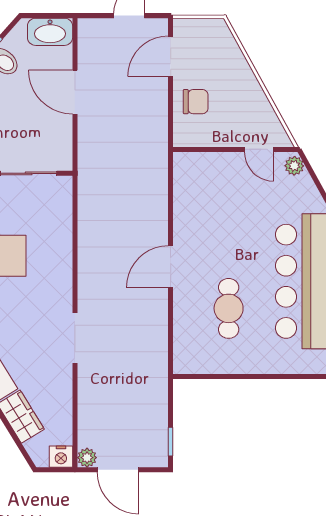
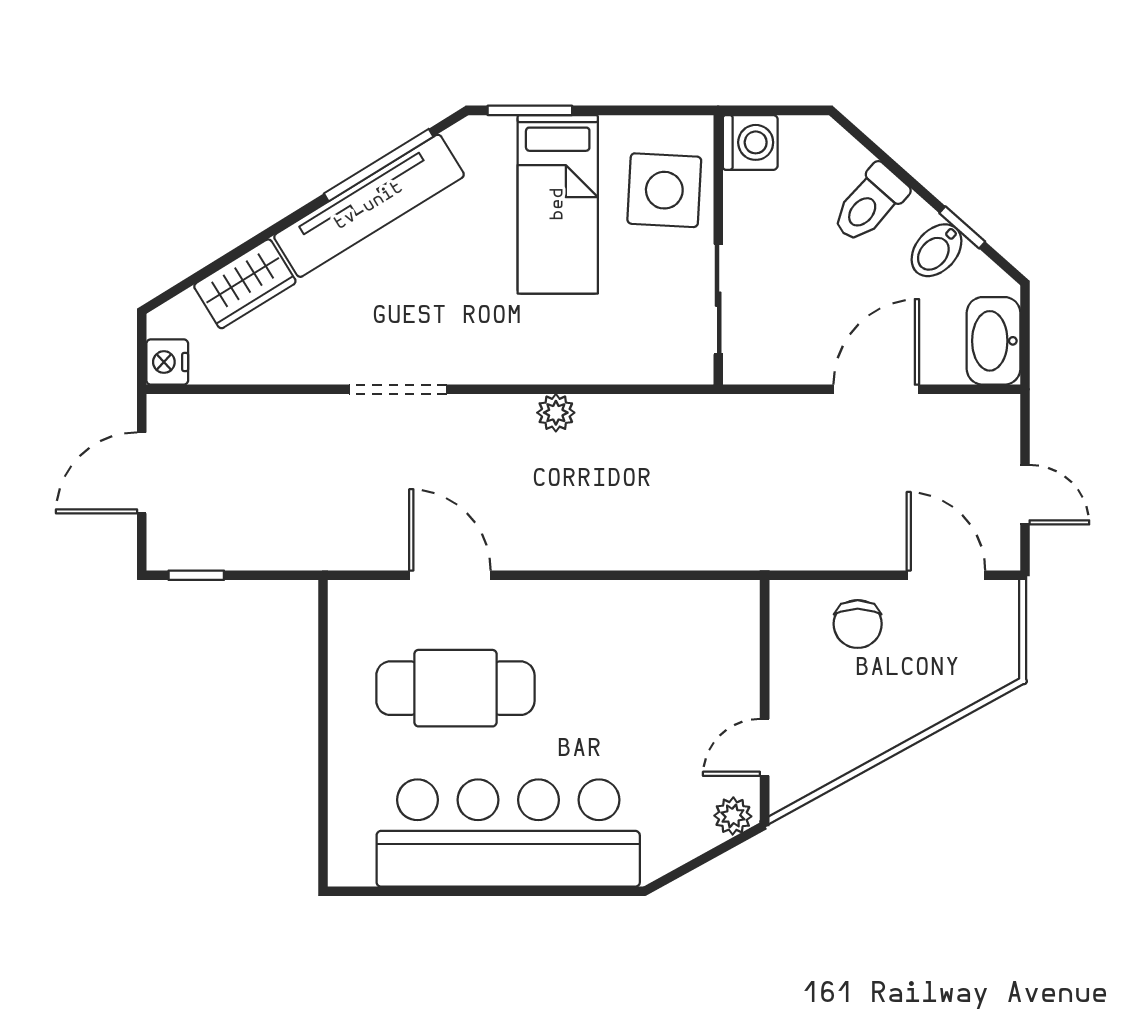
door: (171, 267) -> (450, 575), moved
cafe table: (229, 308) -> (455, 688), width x1.37, depth x1.35
plant: (87, 458) -> (556, 413), moved

